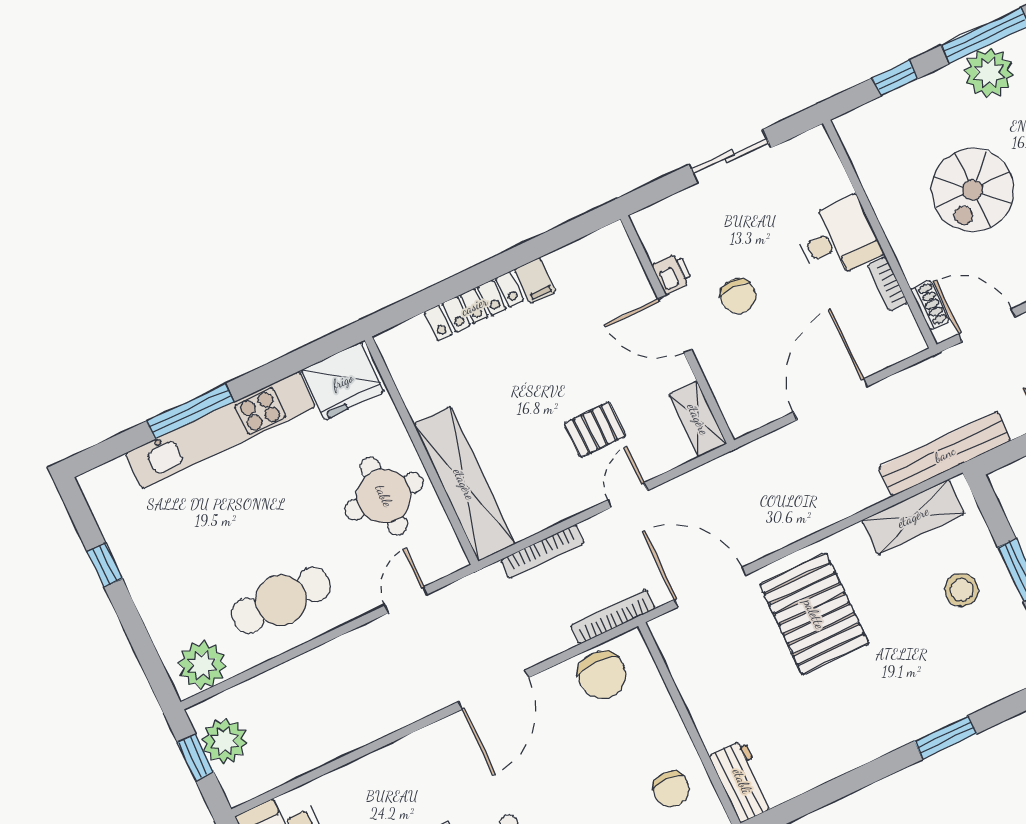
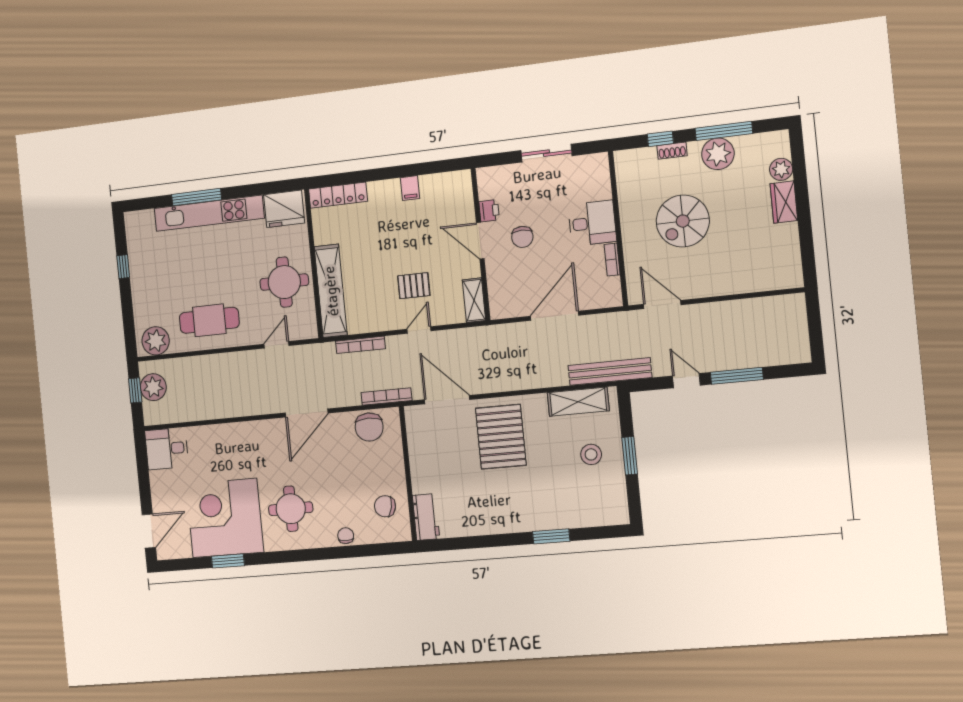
shoe rack: (930, 305) -> (672, 151), moved, turned 90
locker: (474, 306) -> (338, 195), moved
chair: (671, 789) -> (385, 506), turned 101

